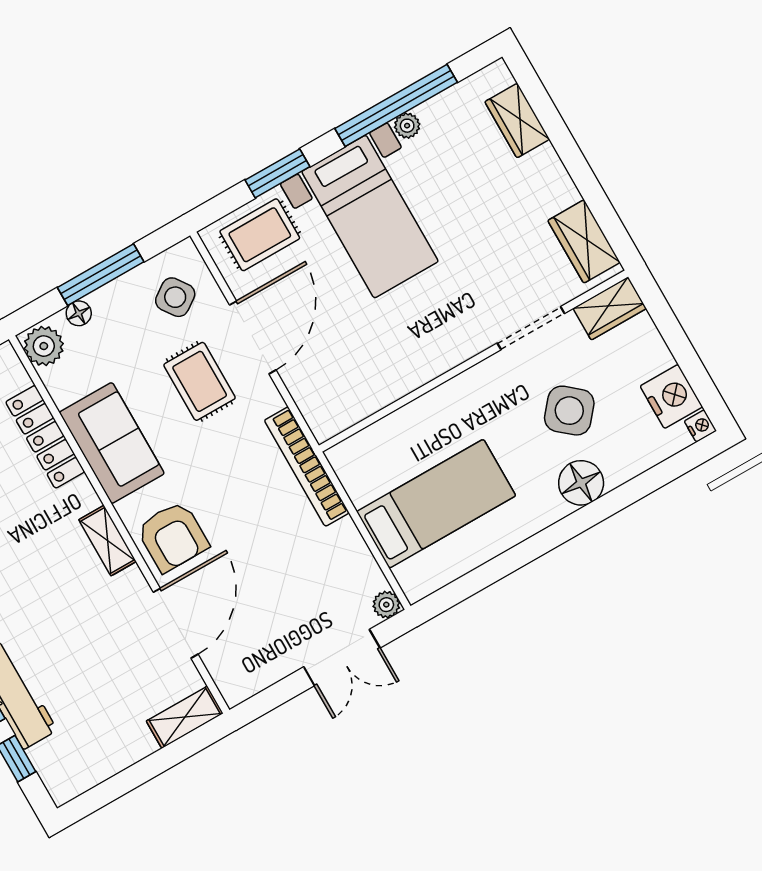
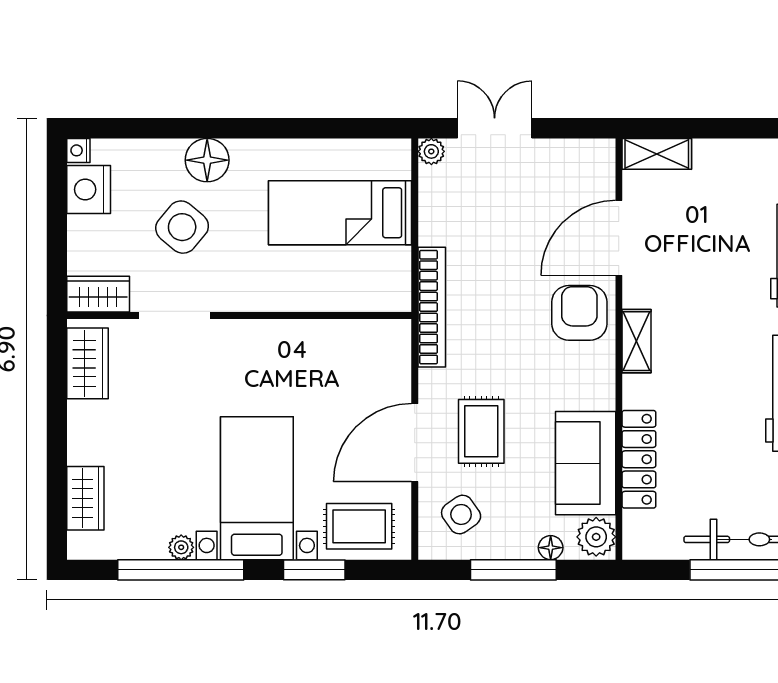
sofa: (112, 443) -> (586, 463), moved

